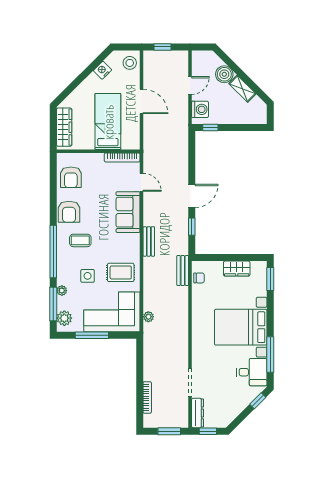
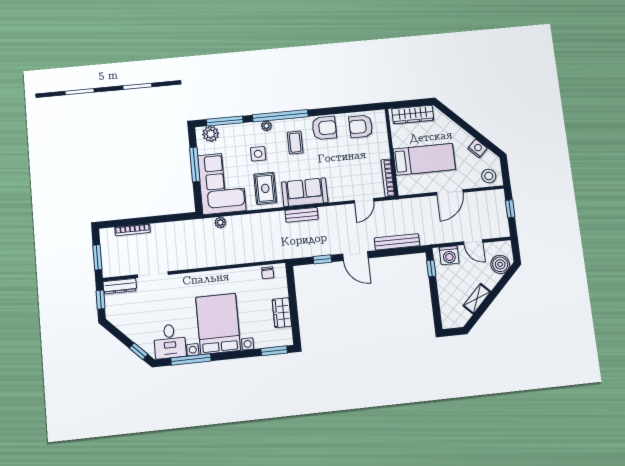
boiler: (224, 74) -> (500, 264), moved
armchair: (69, 212) -> (324, 128), turned 180
sofa: (128, 212) -> (305, 192), moved
bench: (183, 270) -> (397, 242), moved, width x1.36
plant: (62, 291) -> (266, 126), moved

